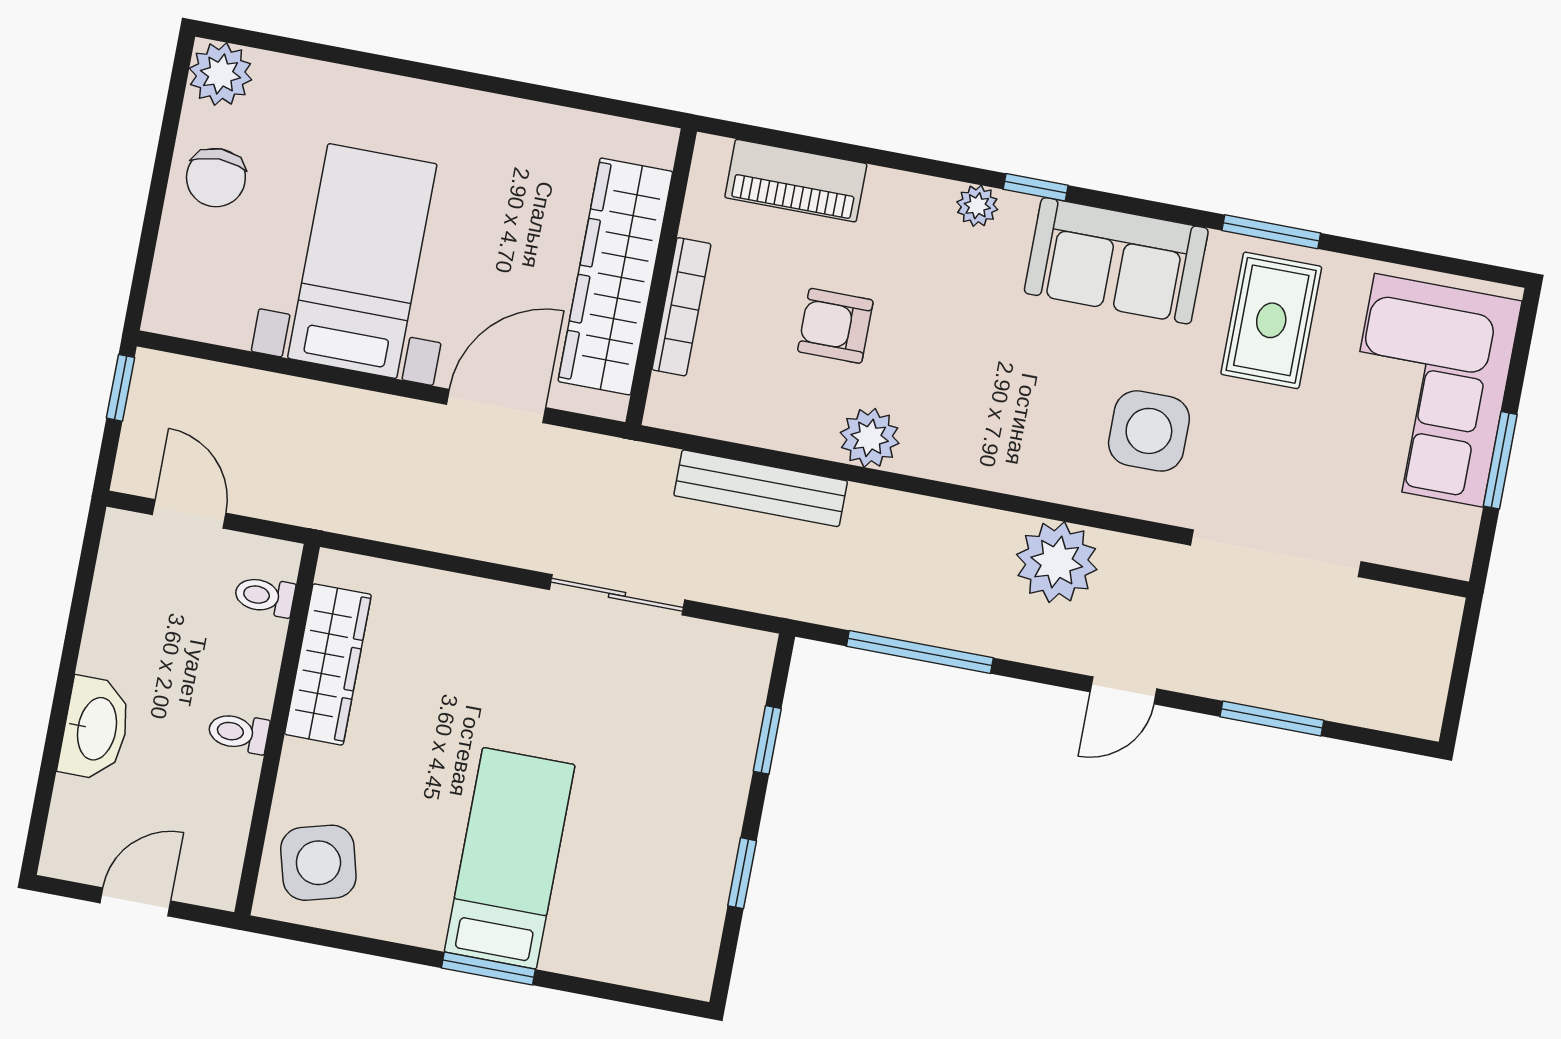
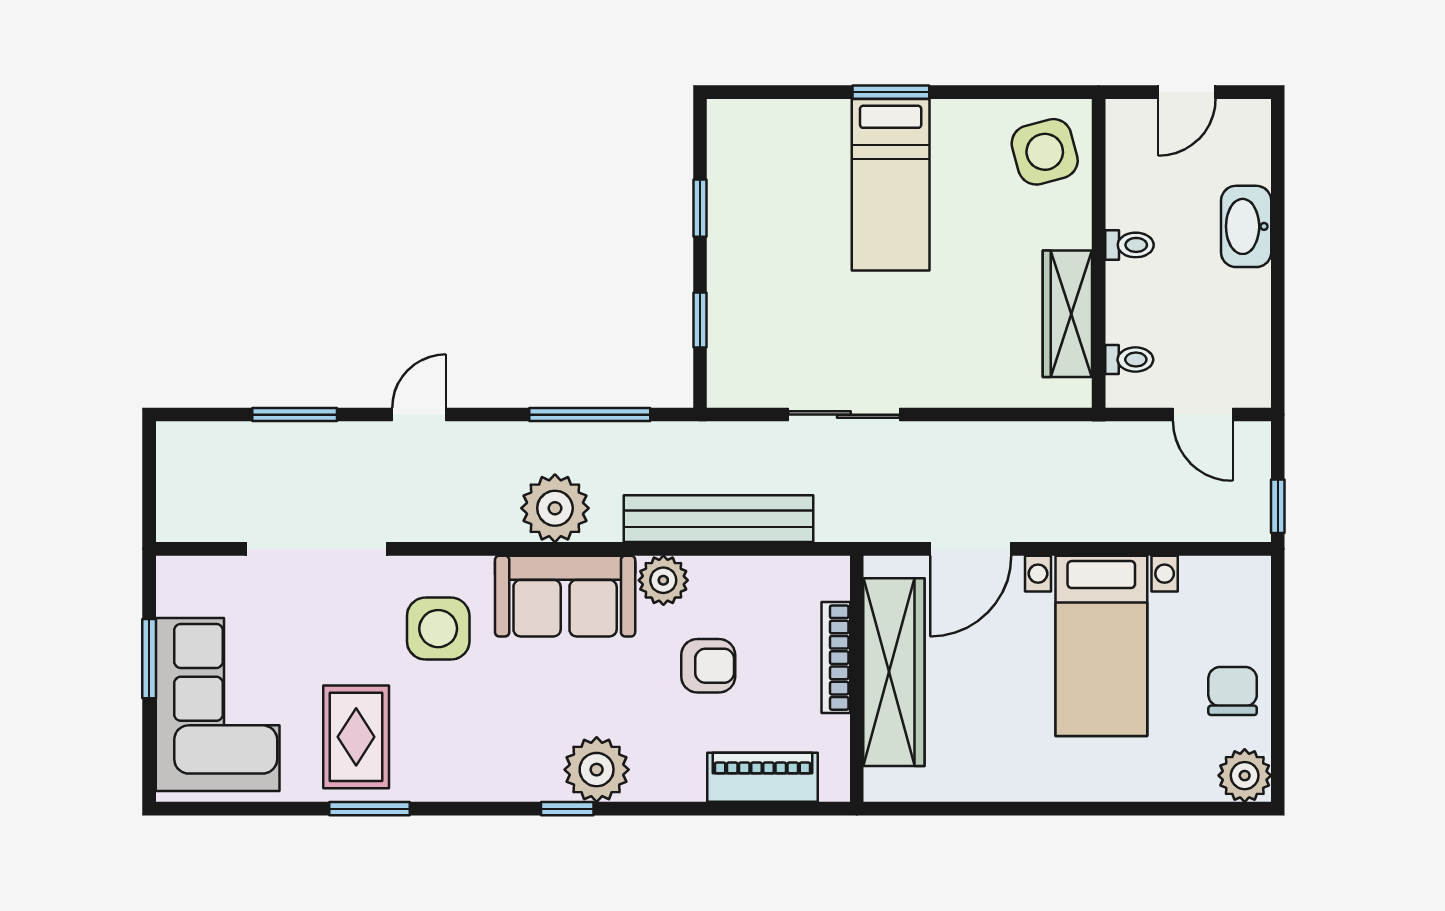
plant: (977, 206) -> (597, 770), width x1.88, depth x1.88
sofa: (1116, 261) -> (565, 596), moved, turned 180
bench: (761, 488) -> (719, 519), width x1.37, depth x1.21
plant: (1057, 562) -> (555, 508), moved

